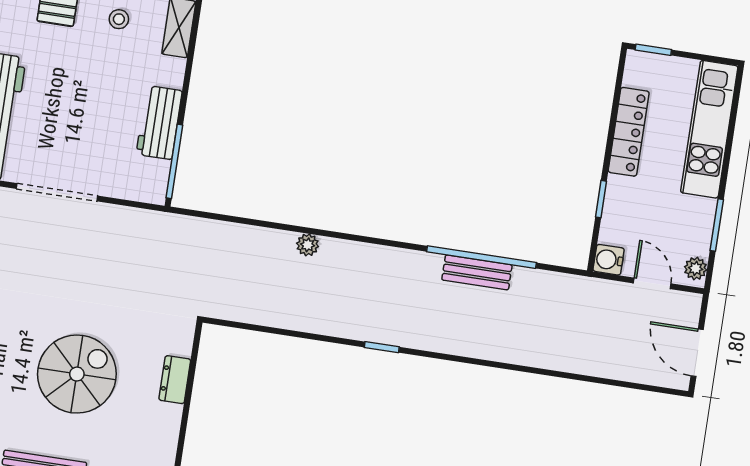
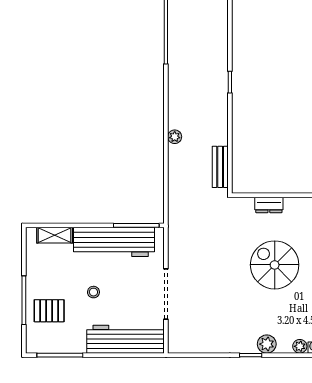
stool: (119, 19) -> (93, 292), moved
workbench: (159, 123) -> (114, 242), width x1.88, depth x1.32
bench: (477, 272) -> (220, 167), moved

